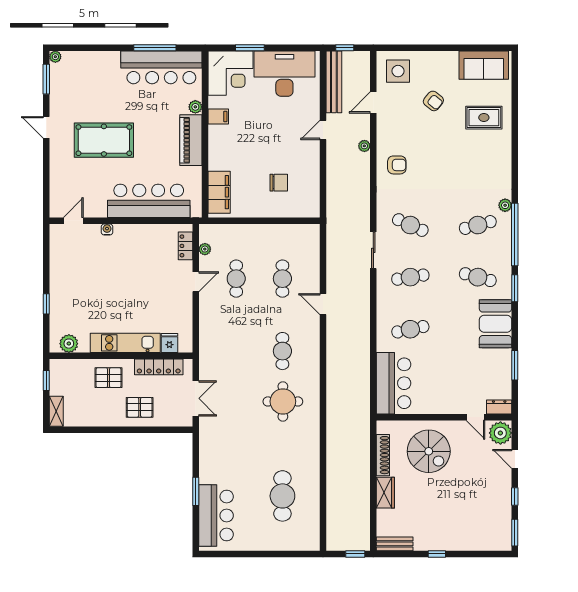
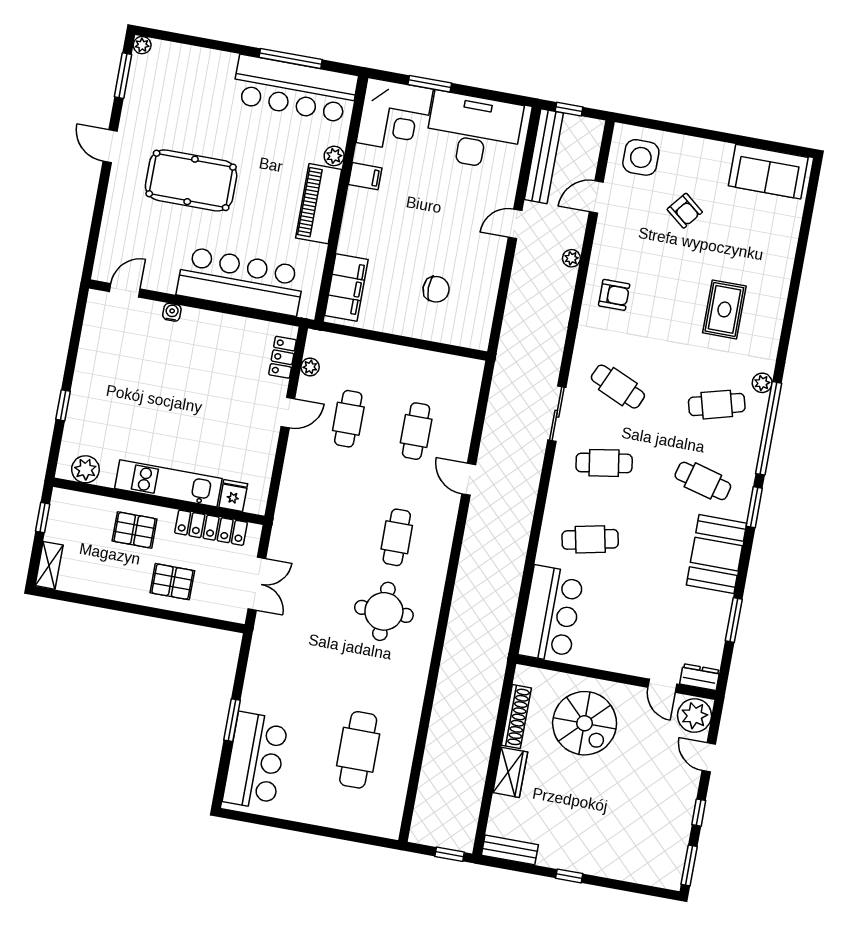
rug: (484, 118) -> (724, 309), moved, turned 90

